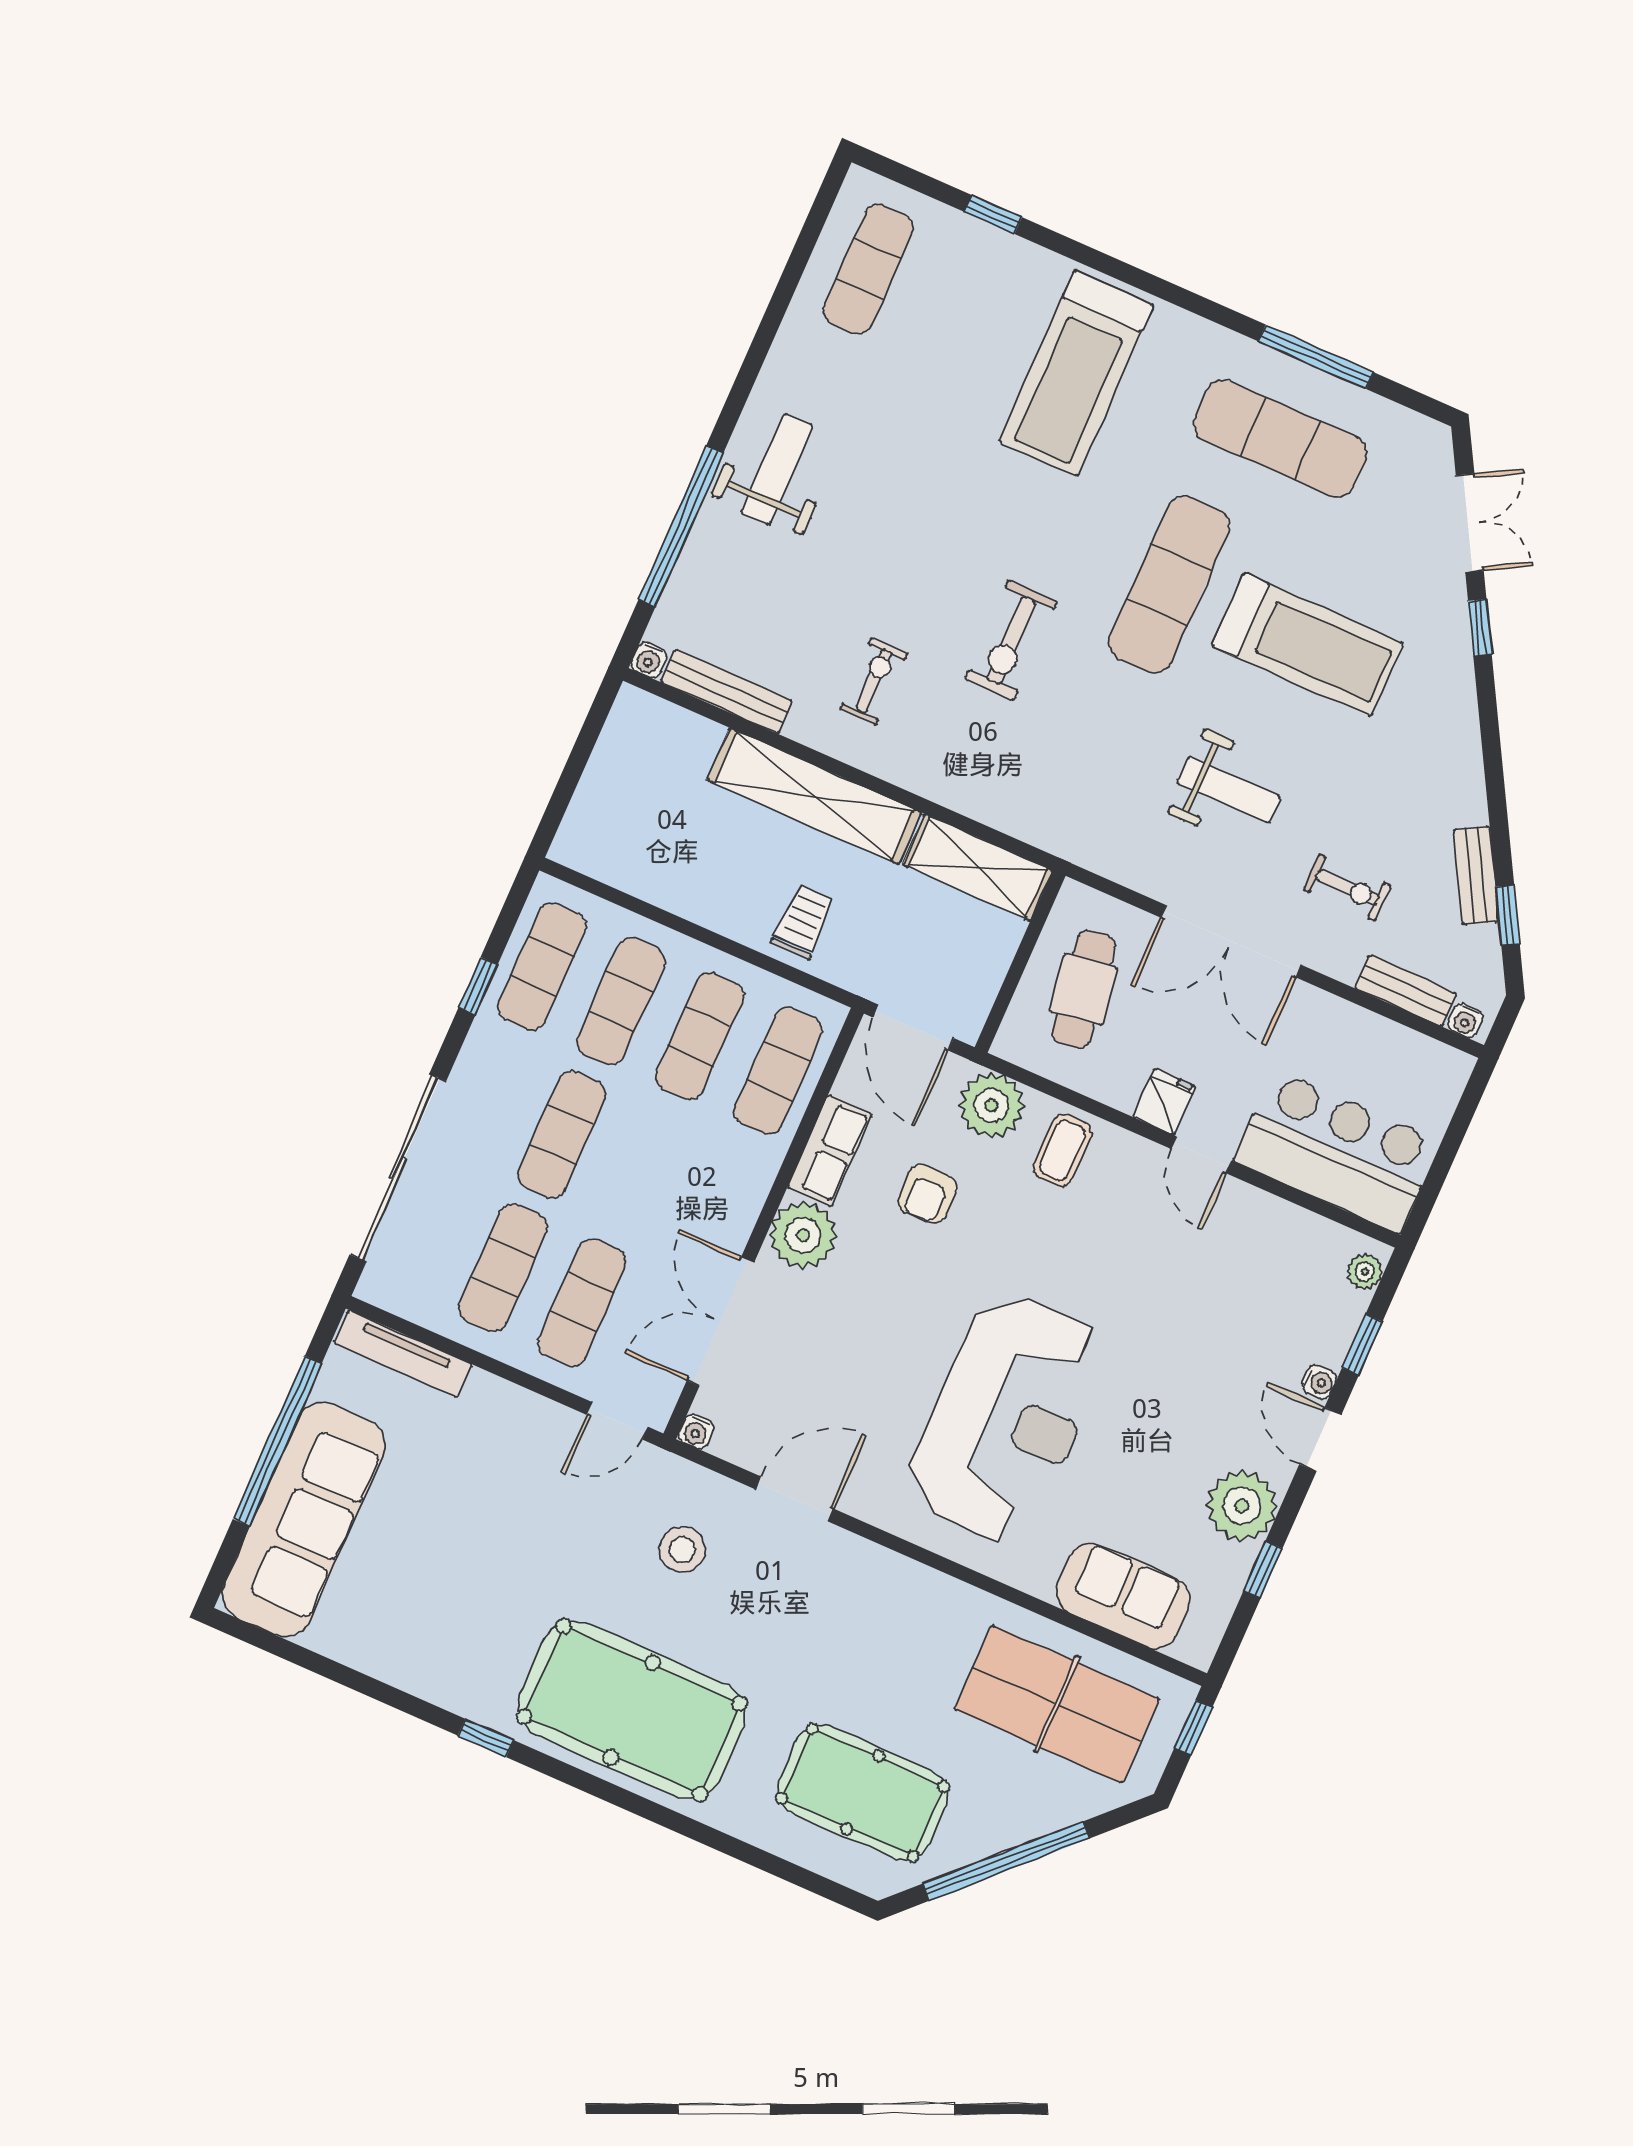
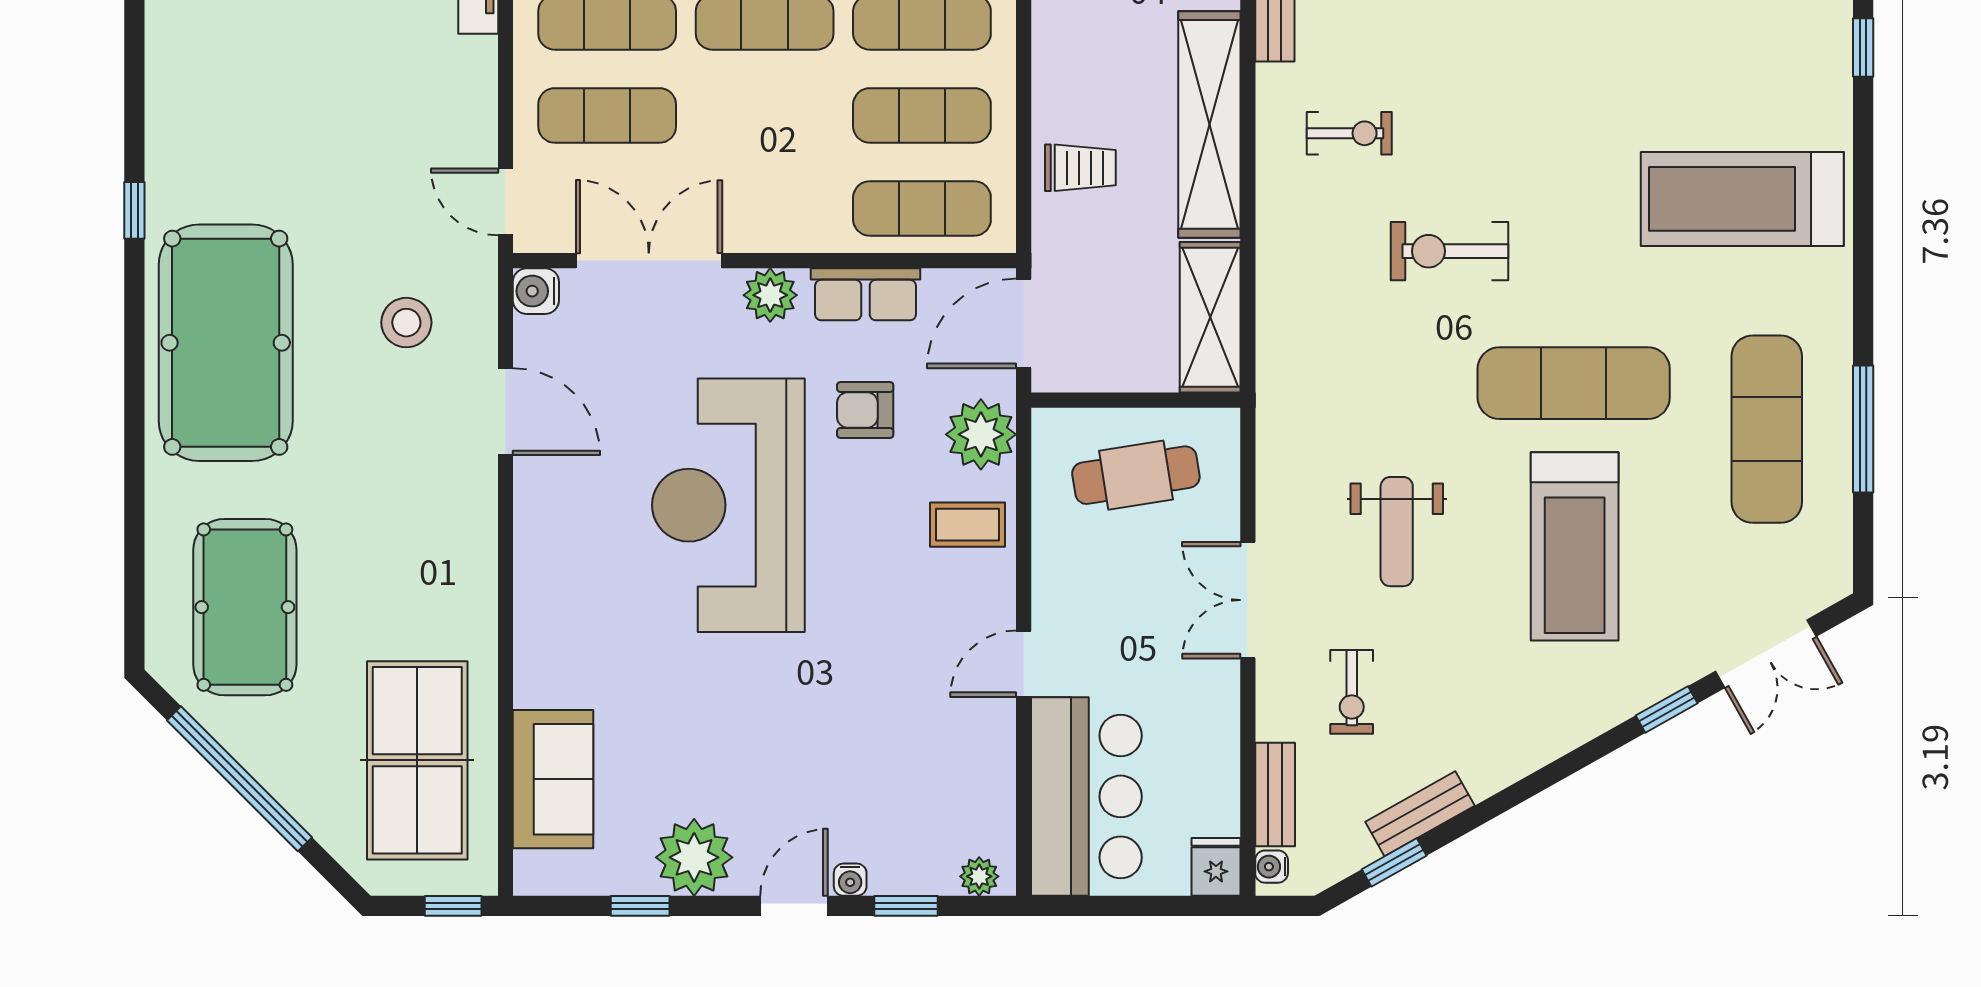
double door: (1231, 941) -> (1248, 600), width x0.73
fridge: (1164, 1102) -> (1216, 867), moved, turned -90
plant: (803, 1235) -> (770, 295), width x0.73, depth x0.73
reception desk: (1007, 1418) -> (728, 505), moved, turned 90
water cooler: (696, 1431) -> (536, 291), width x1.38, depth x1.38

